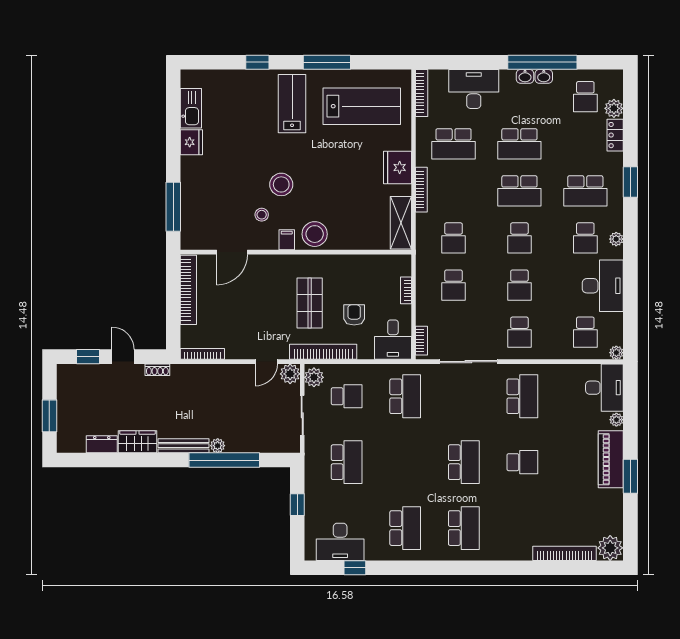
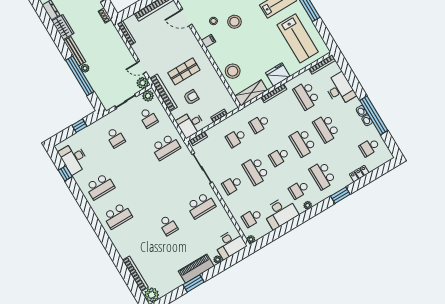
plant: (614, 108) -> (372, 165), removed
stool: (315, 234) -> (233, 71), moved
school desk: (519, 285) -> (256, 171), width x1.85
school desk: (347, 462) -> (115, 138), width x0.54
school desk: (464, 462) -> (151, 196), removed

